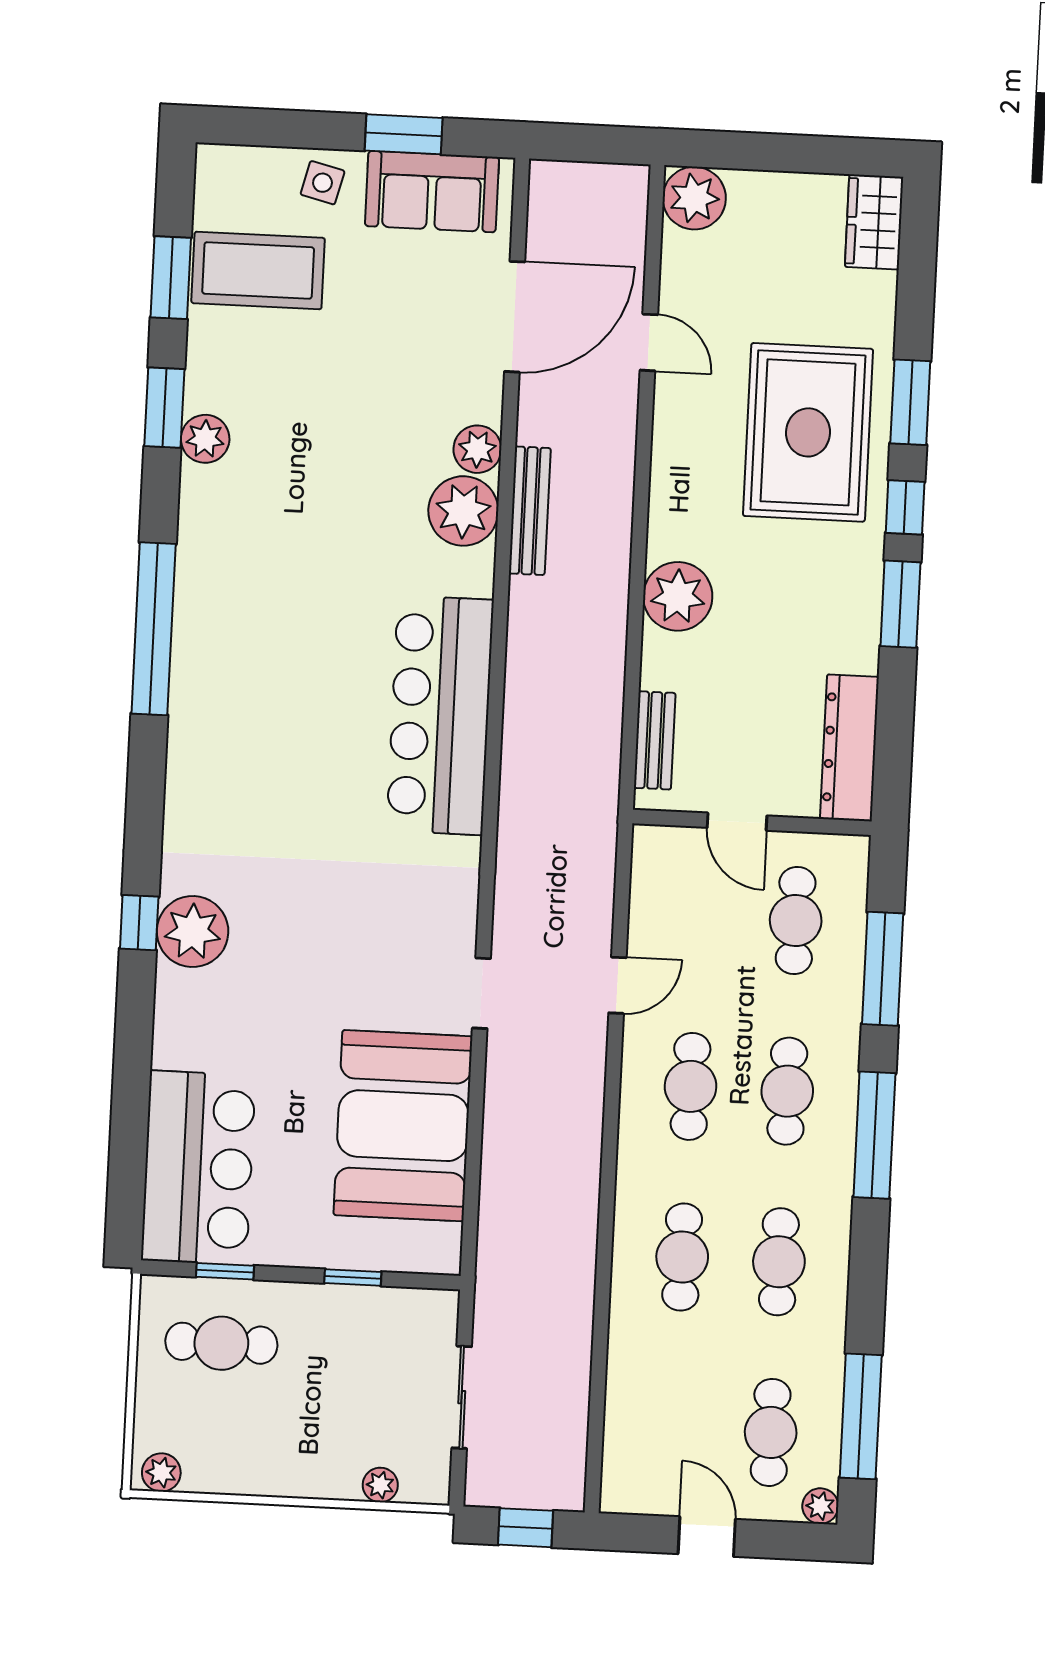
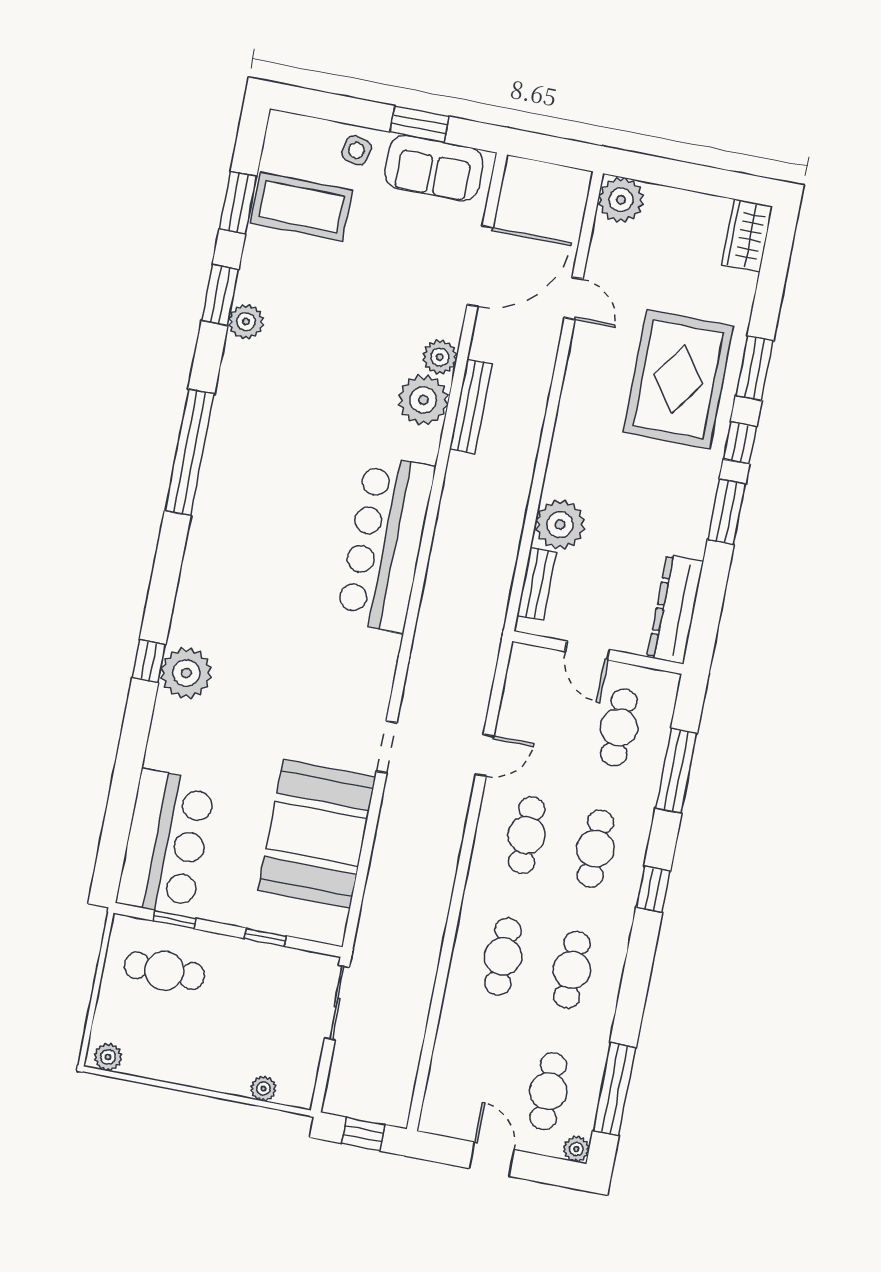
plant: (678, 596) -> (560, 525), moved
window: (874, 1135) -> (653, 889), width x0.46
sliding door: (462, 1397) -> (337, 1003), moved

